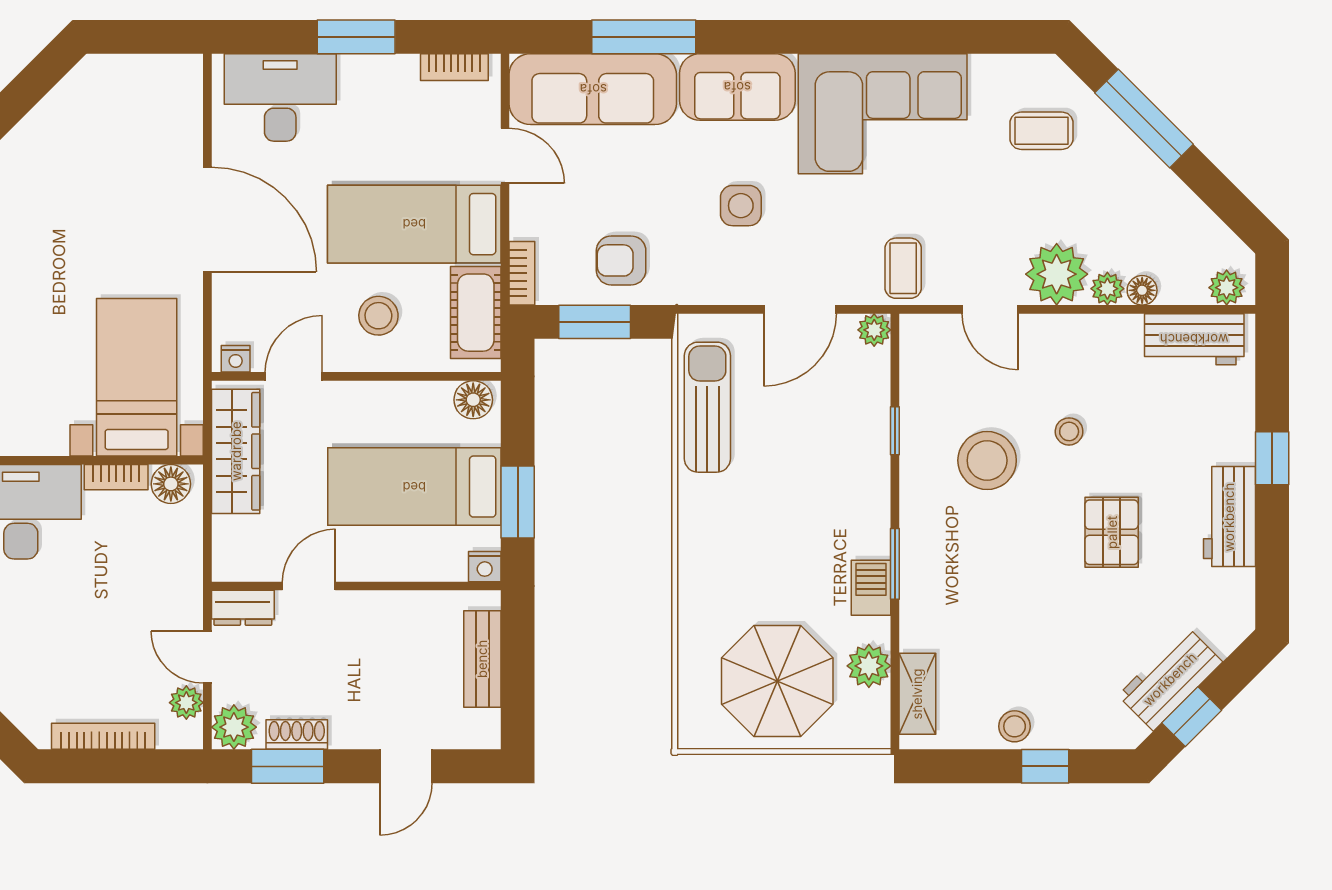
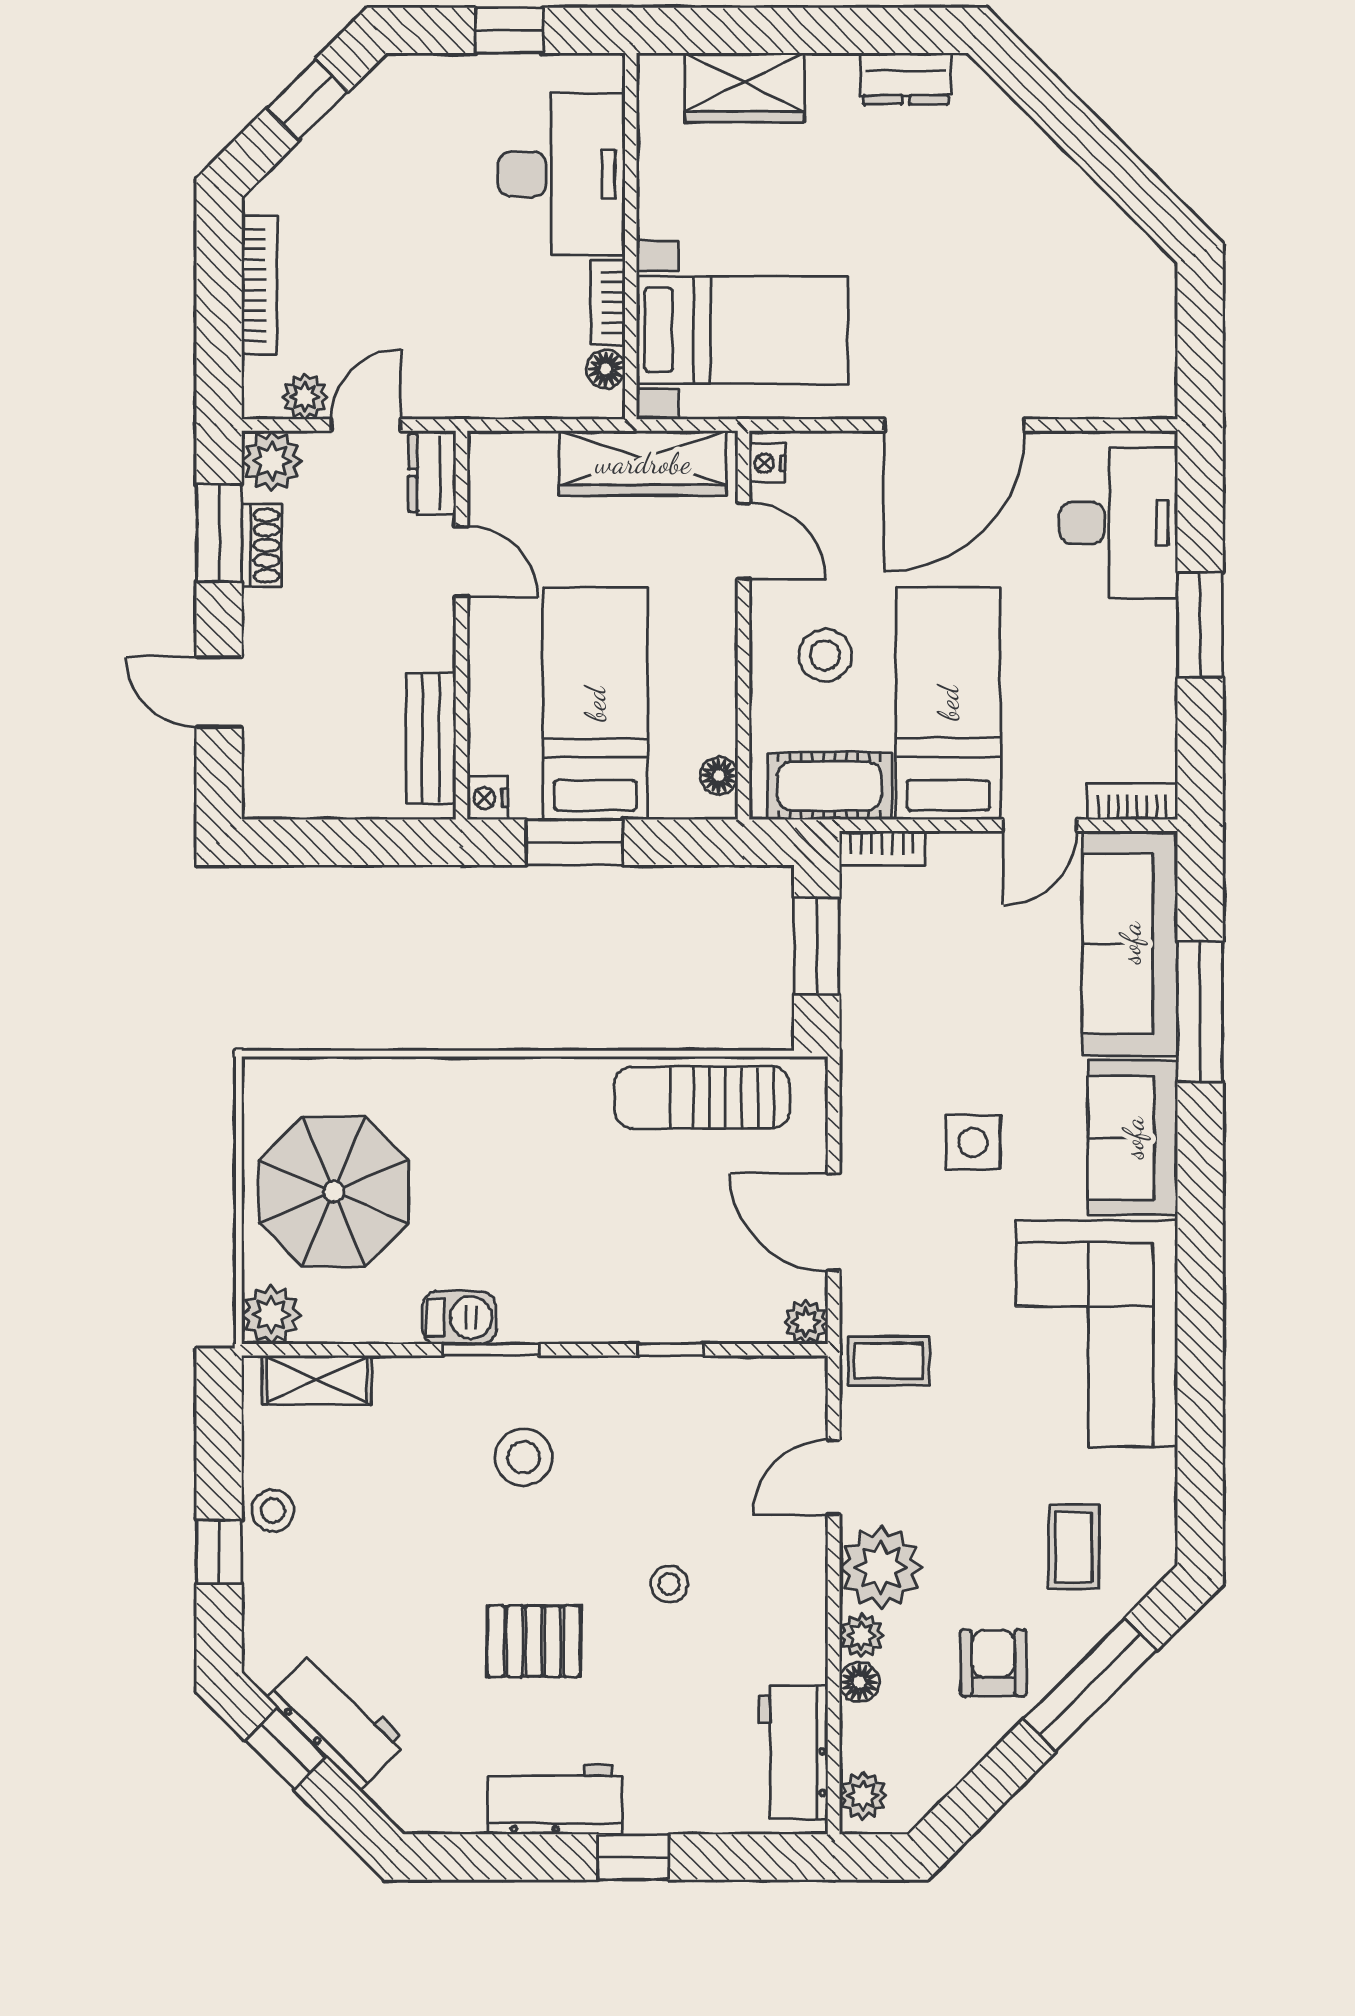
bookcase: (454, 67) -> (1132, 802), moved, turned 90
armchair: (621, 260) -> (993, 1663), moved
floor lamp: (473, 400) -> (719, 776), width x0.73, depth x0.73
sun lounger: (707, 407) -> (702, 1098), turned 180
stool: (987, 460) -> (524, 1457), moved, width x0.73, depth x0.73
floor lamp: (171, 484) -> (606, 369), width x0.73, depth x0.73
bench: (482, 659) -> (431, 738), moved, turned 90
plant: (869, 666) -> (271, 1315), moved

